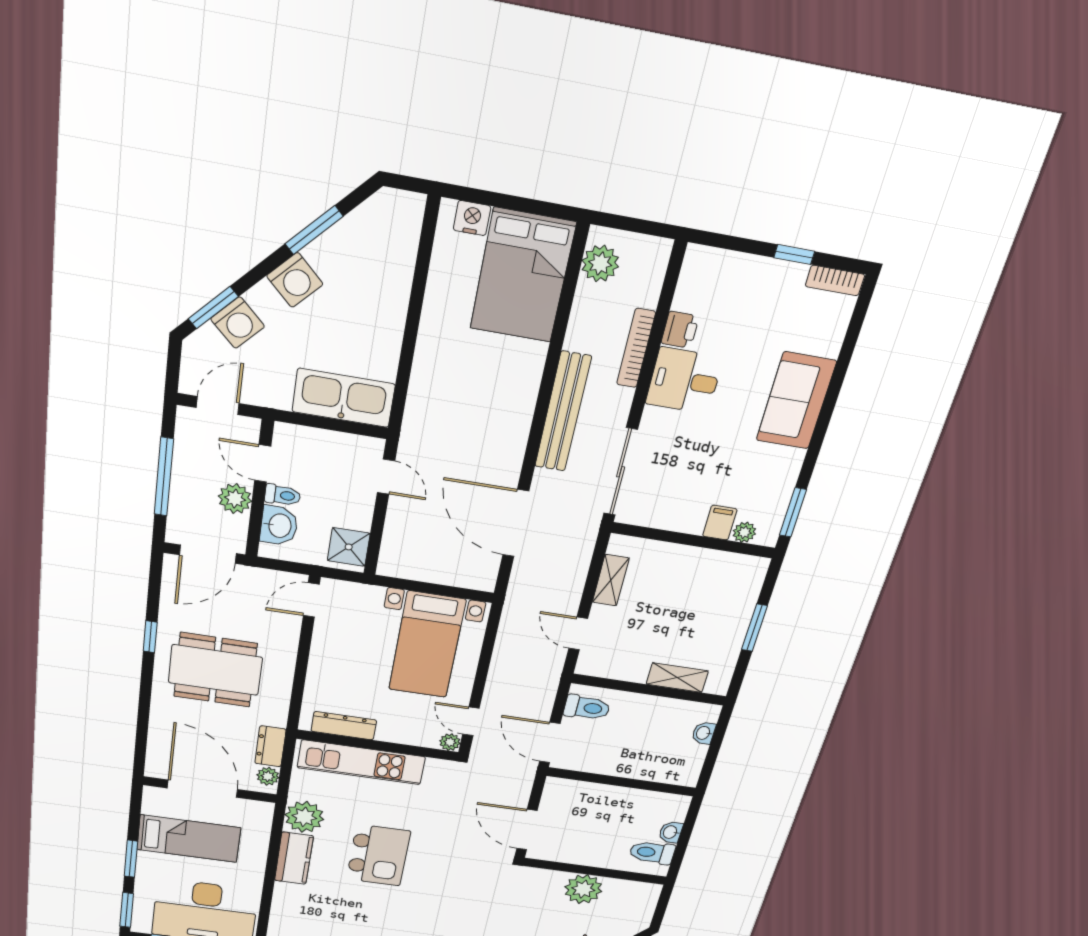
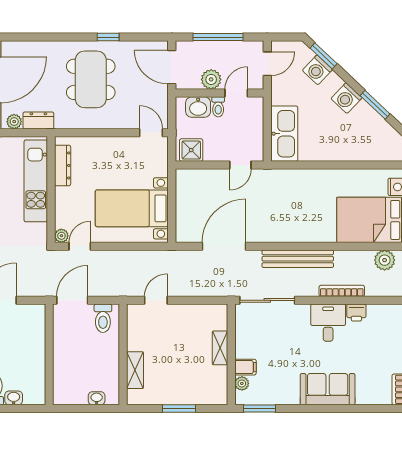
door: (218, 406) -> (267, 64), hinge flipped
shelving: (611, 580) -> (220, 348), moved, turned 90

